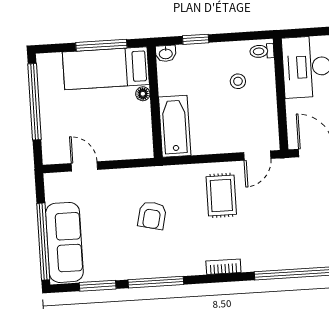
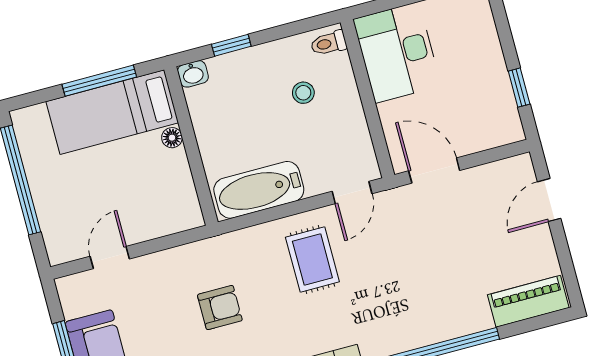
bathtub: (175, 126) -> (259, 190), moved, turned -90
door: (84, 166) -> (110, 258), hinge flipped
armchair: (152, 215) -> (220, 308), turned -103

